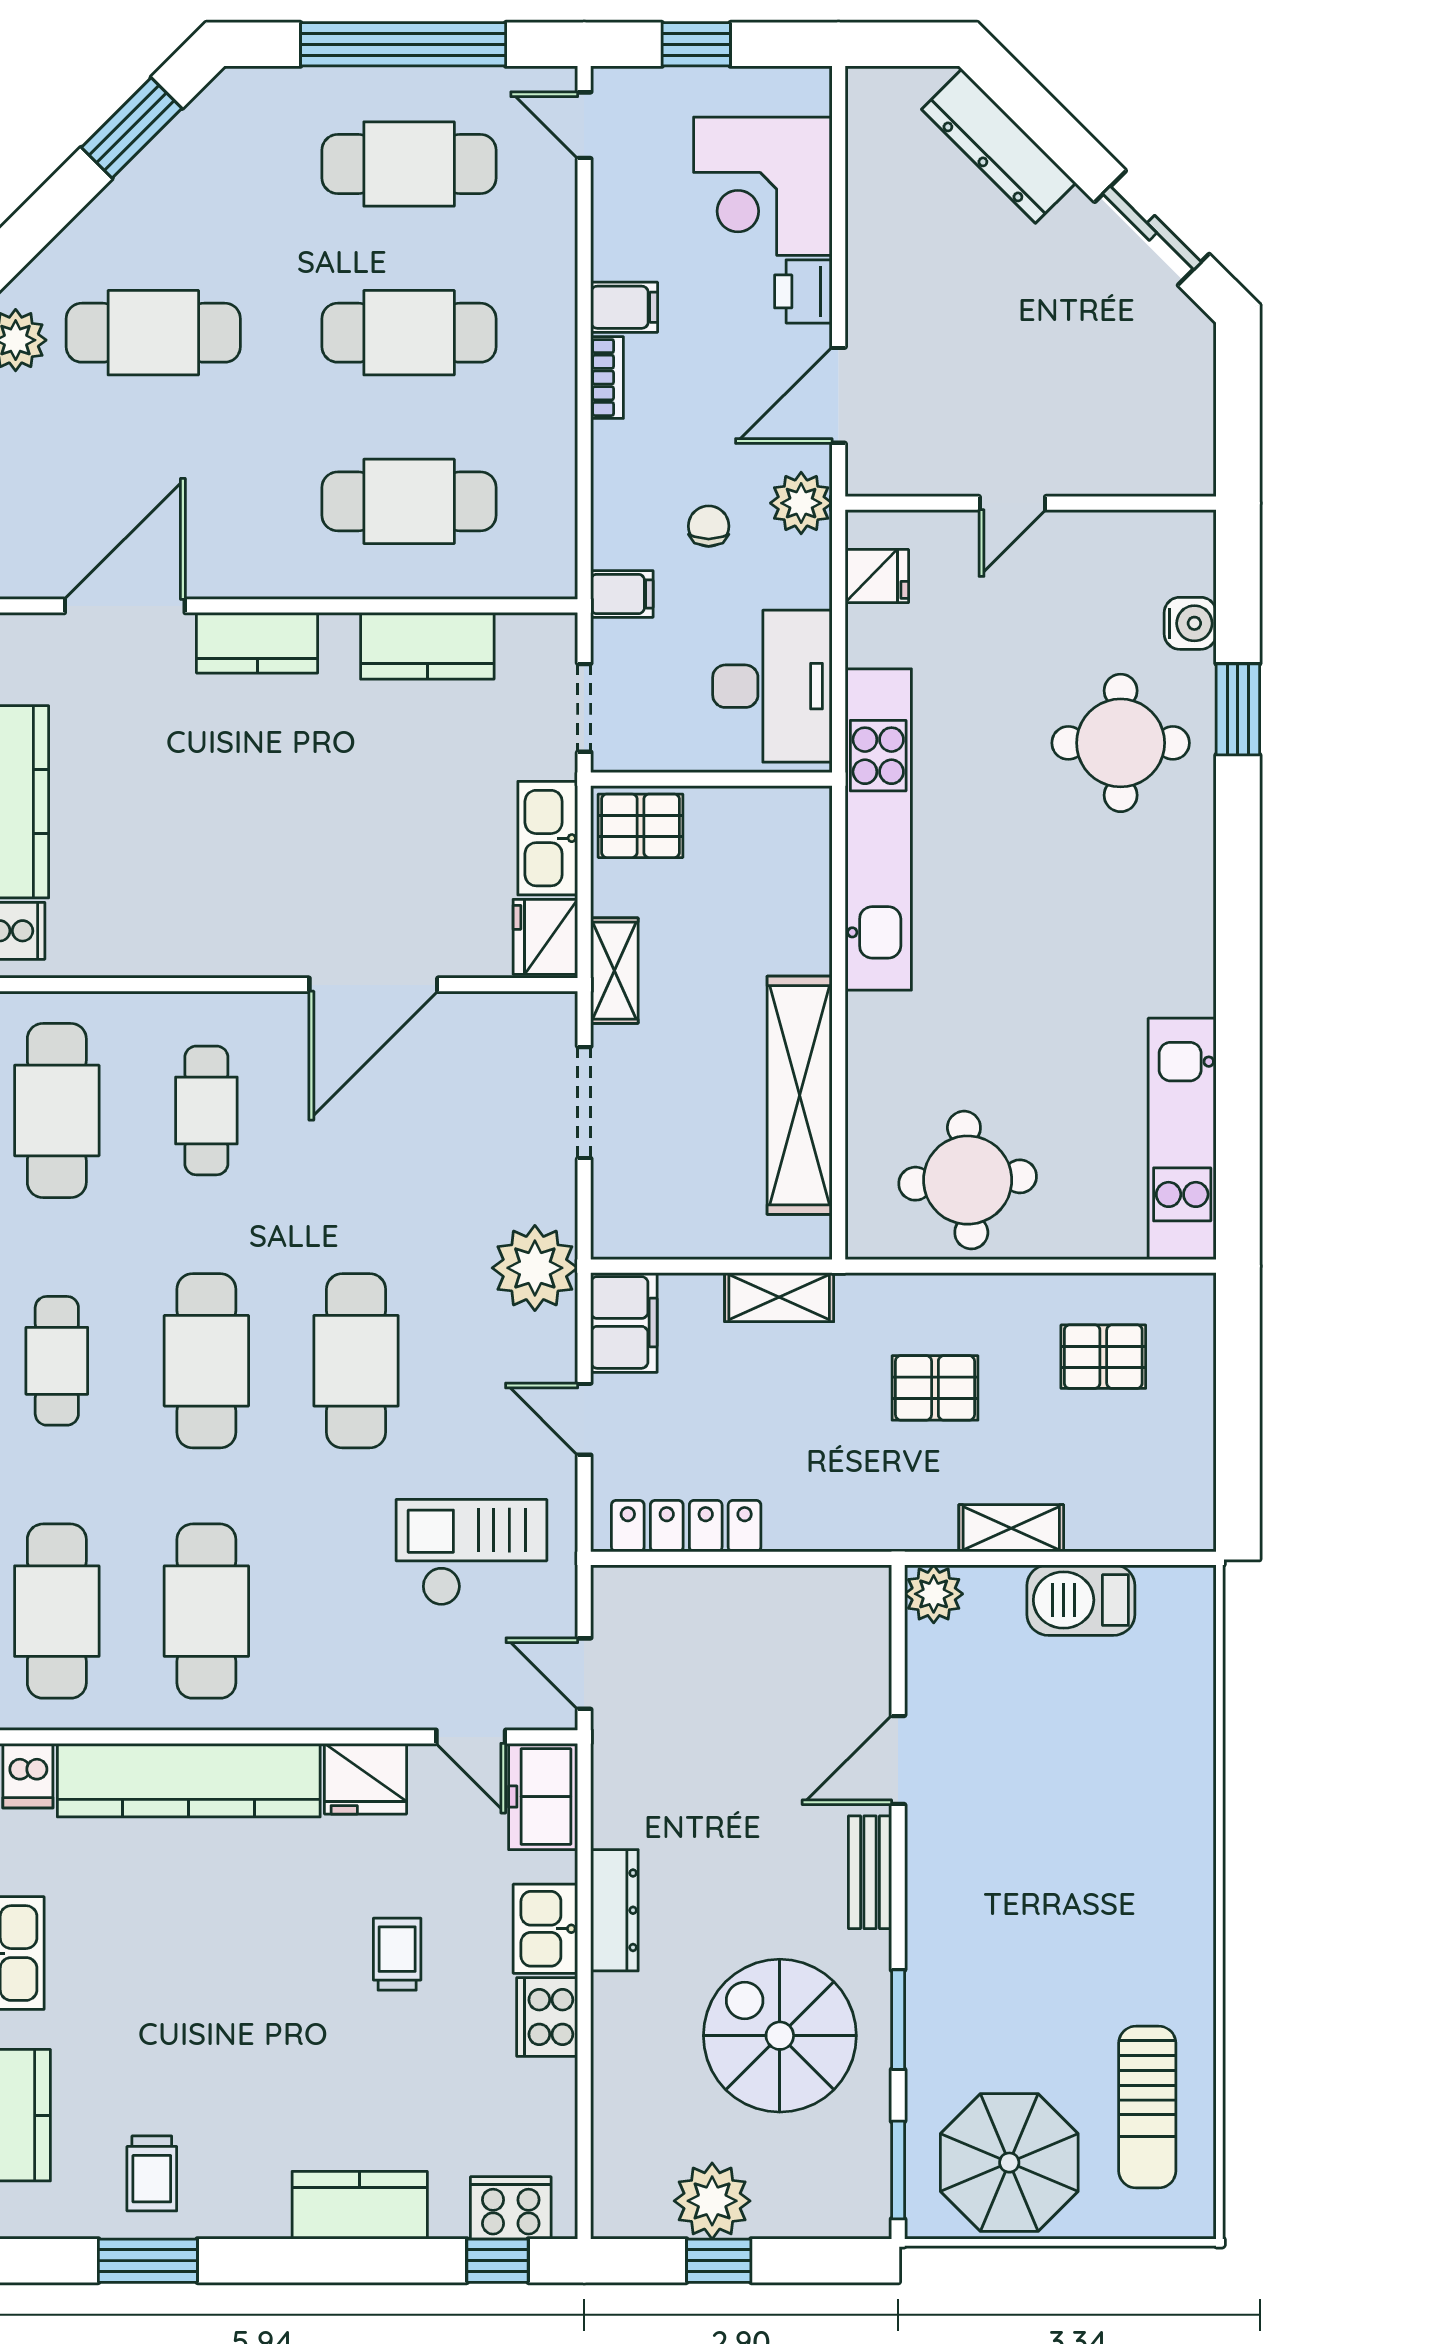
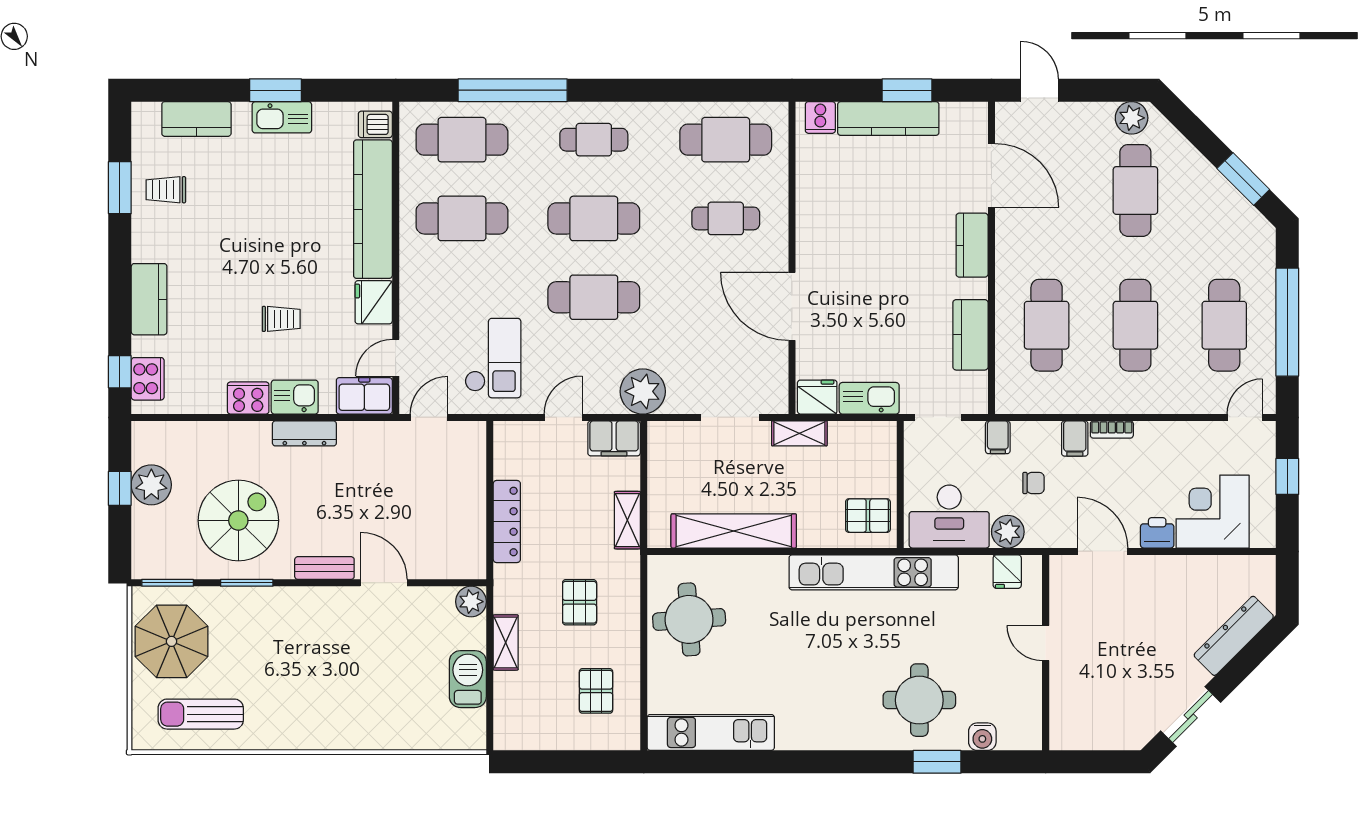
filing cabinet: (624, 307) -> (1075, 438), moved
plant: (801, 503) -> (1008, 532), moved
pallet: (640, 826) -> (868, 516), moved, turned 90
locker: (686, 1526) -> (507, 521), moved

